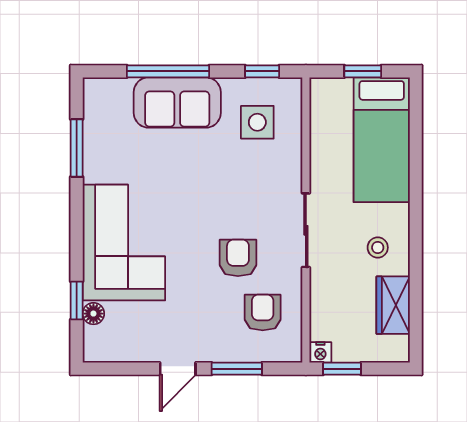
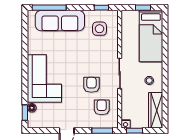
window: (168, 71) -> (49, 8), moved
sofa: (177, 103) -> (60, 21), width x1.36
window: (77, 148) -> (25, 39), removed
window: (77, 300) -> (25, 113), moved
wardrobe: (393, 305) -> (156, 110), width x1.50
window: (237, 369) -> (102, 131), moved

